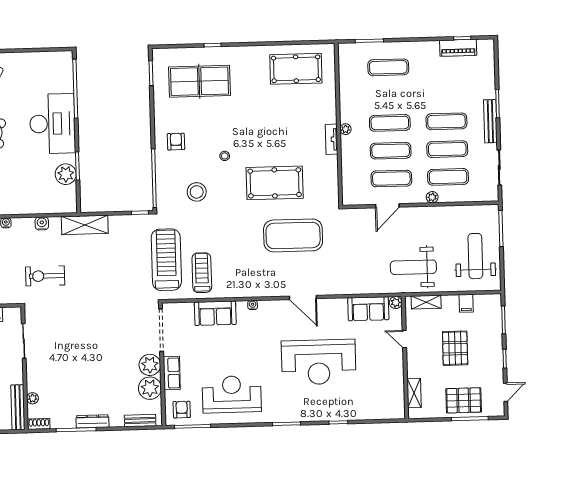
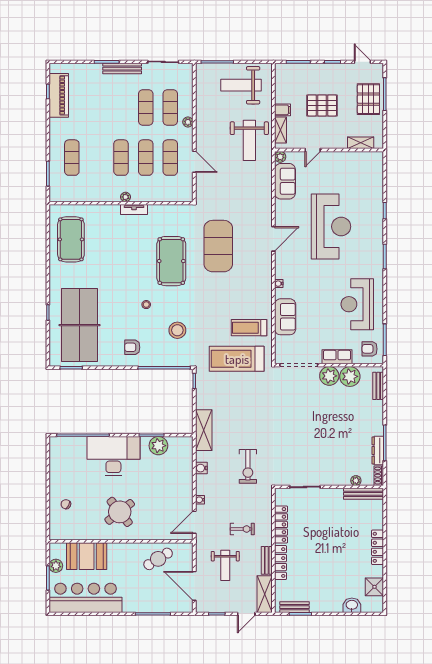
piano: (458, 48) -> (59, 95), width x1.37, depth x1.33
table tennis table: (199, 81) -> (79, 325), width x1.36, depth x1.32
exercise mat: (446, 121) -> (121, 107), removed
filing cabinet: (466, 303) -> (283, 110), moved
dresser: (92, 421) -> (378, 450), moved

